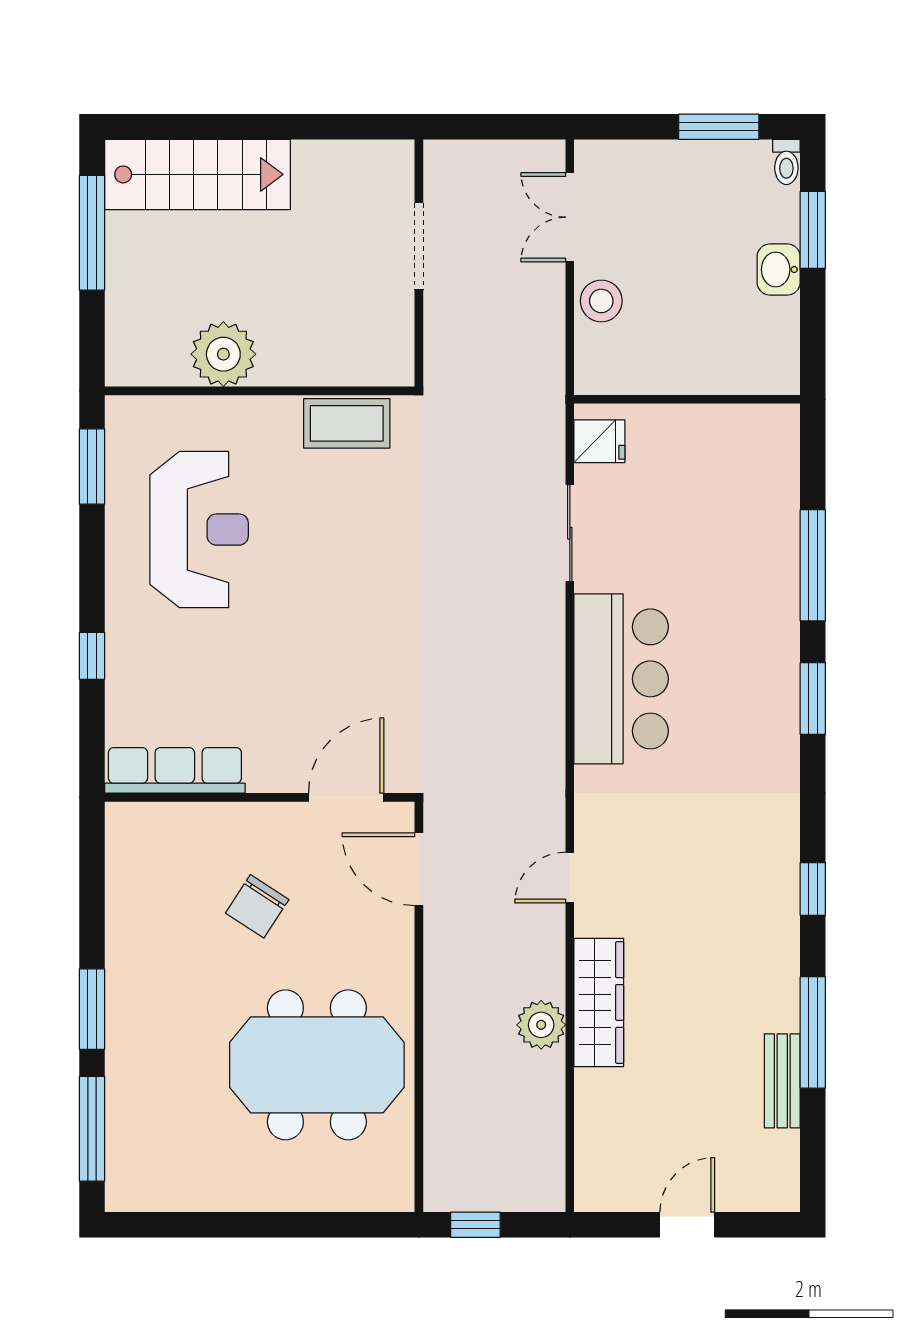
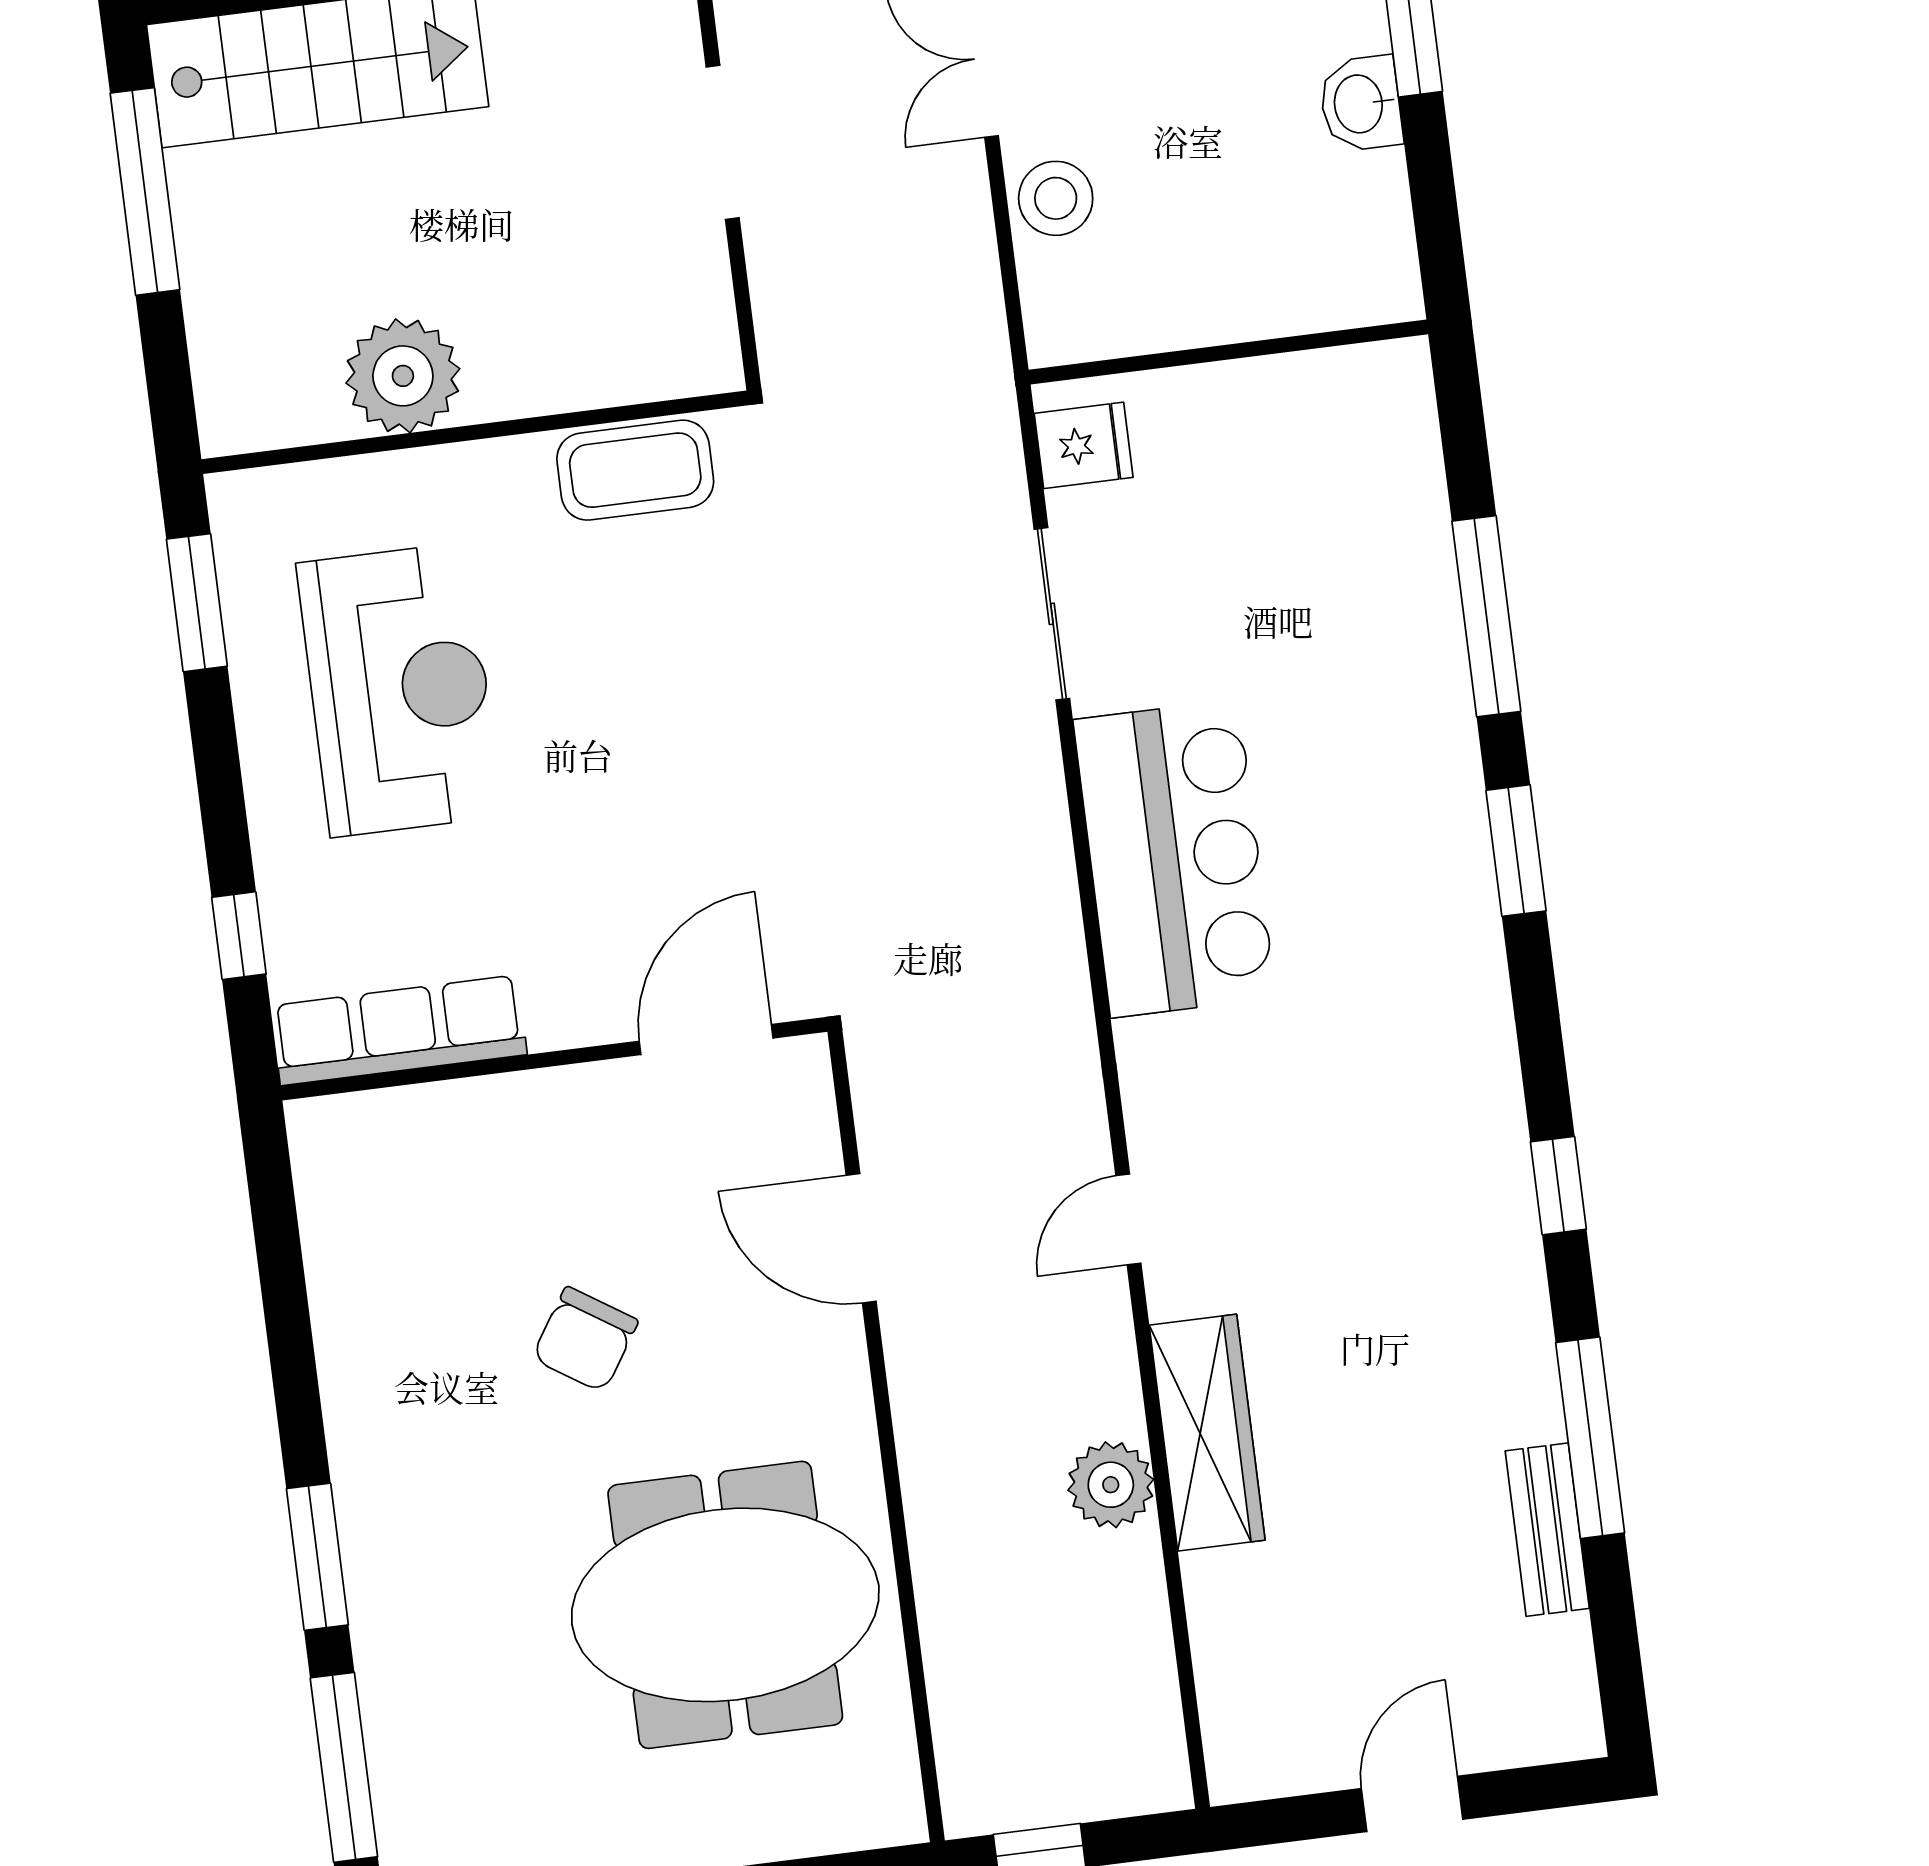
row of seats: (175, 770) -> (399, 1030), moved
wall: (260, 797) -> (554, 1059), moved
door: (346, 797) -> (706, 1040), moved

